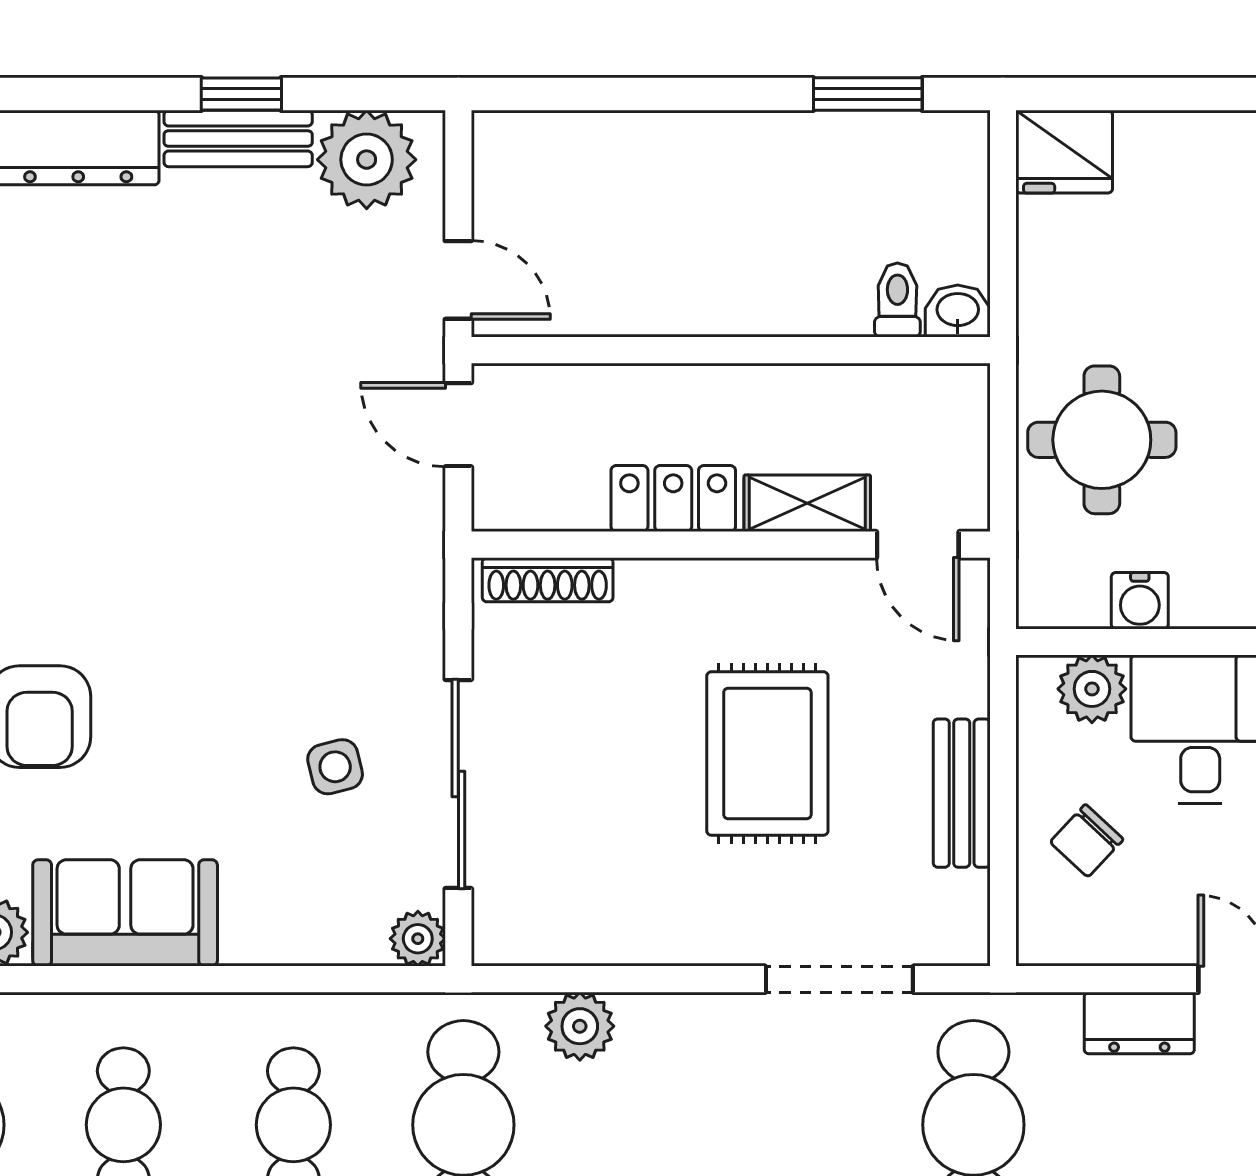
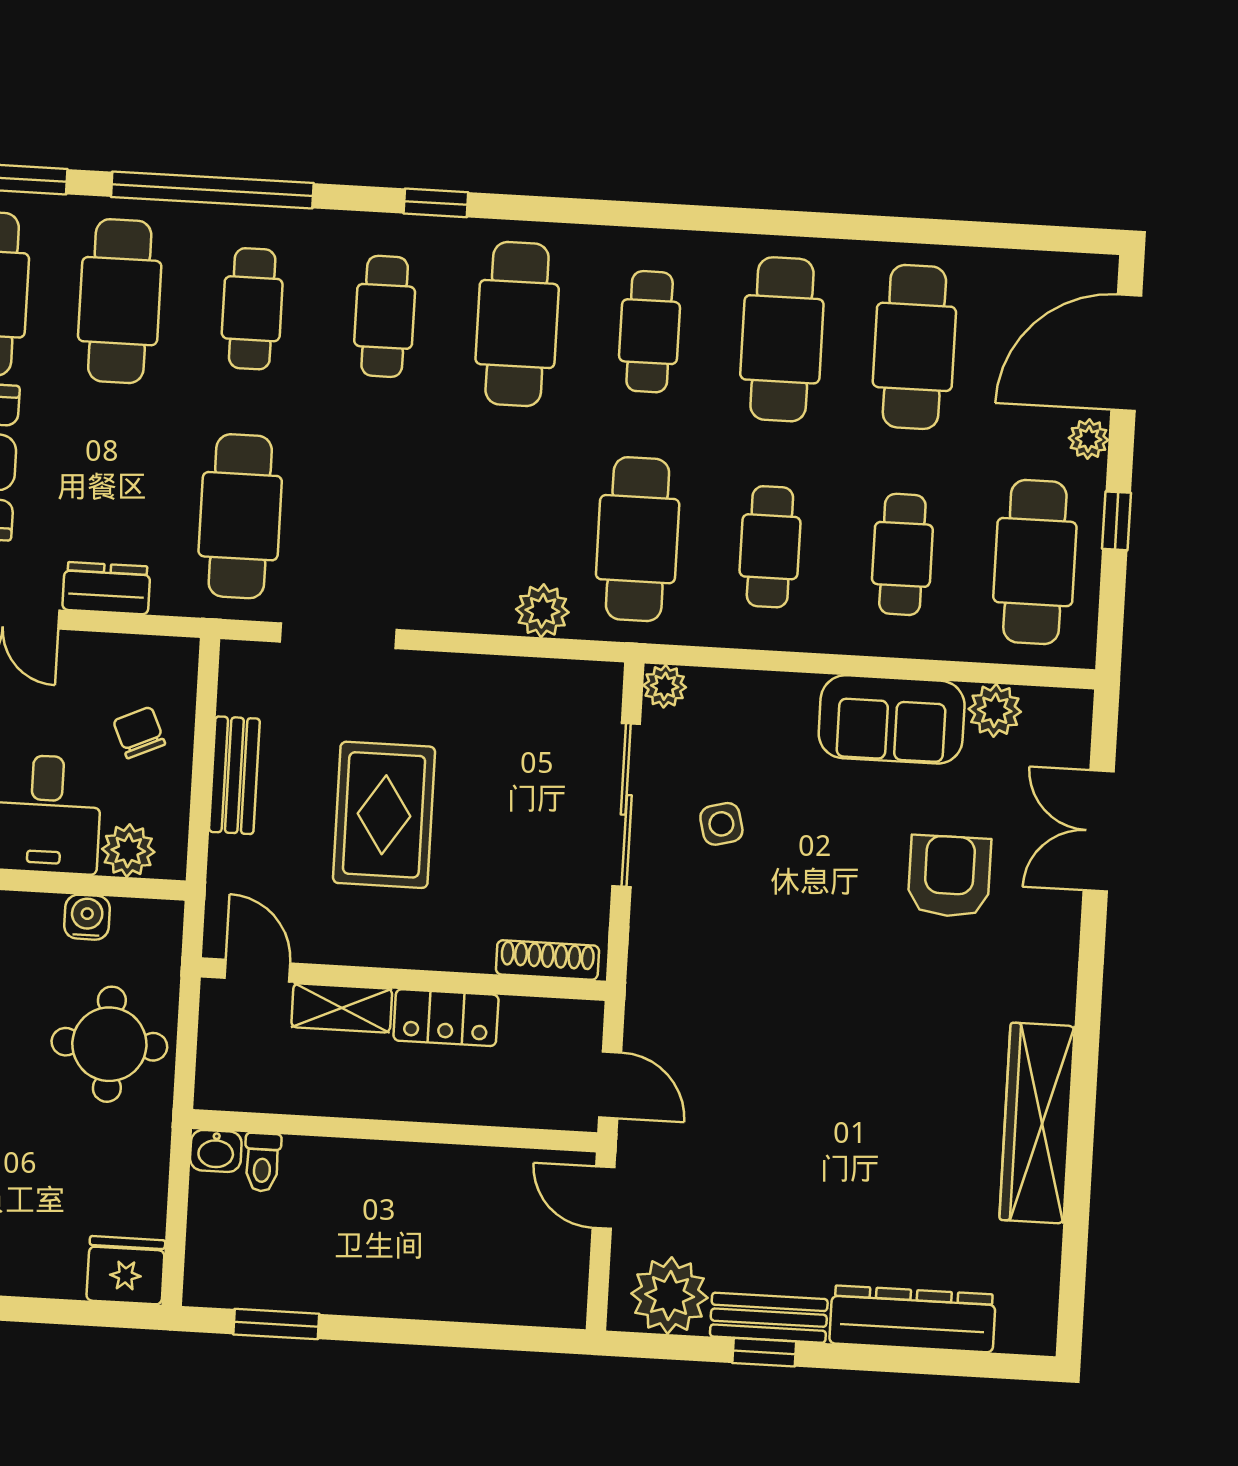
chair: (1087, 841) -> (139, 733), turned -67

